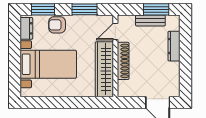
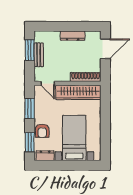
dresser: (174, 46) -> (73, 36), moved
shoe rack: (123, 61) -> (86, 77), moved

